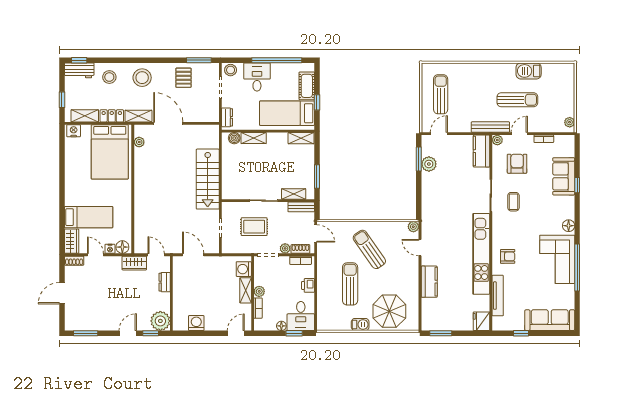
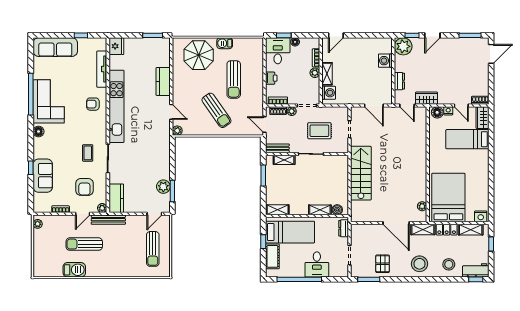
stool: (231, 70) -> (340, 271), removed
door: (62, 293) -> (491, 54), moved
washing machine: (196, 323) -> (385, 61), moved, turned 90

